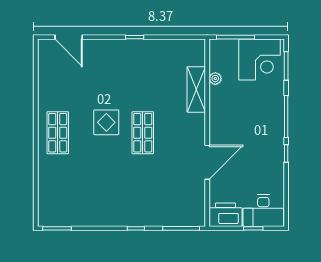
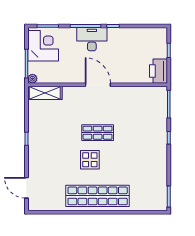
door: (69, 37) -> (26, 188), swing flipped
plant: (215, 79) -> (32, 79), moved
shelving: (196, 89) -> (45, 93), moved
shop shelf: (58, 133) -> (98, 196), width x2.00, depth x1.36
door: (207, 162) -> (98, 85), moved
desk: (263, 211) -> (92, 39), moved, turned -90

